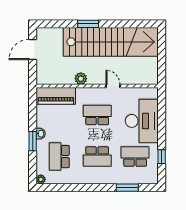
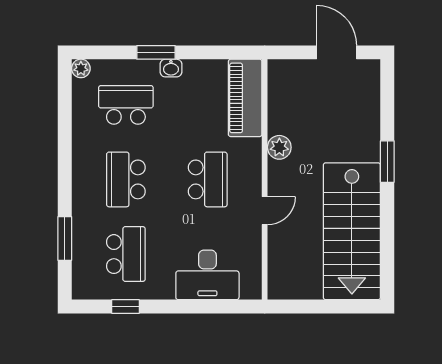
stairs: (111, 42) -> (352, 231), width x0.73
desk: (142, 121) -> (207, 275), width x0.73, depth x0.77

